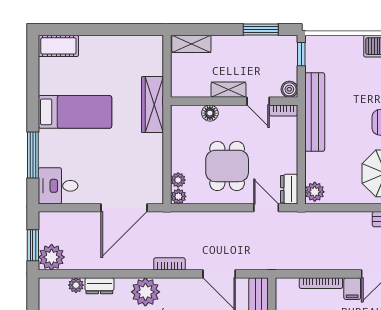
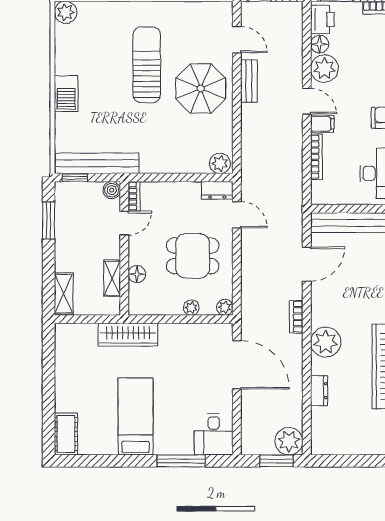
shelving: (229, 90) -> (112, 278), moved
bench: (315, 112) -> (97, 163), moved
plant: (178, 180) -> (191, 308), moved
door: (266, 208) -> (237, 215), swing flipped
plant: (76, 285) -> (319, 415), removed

